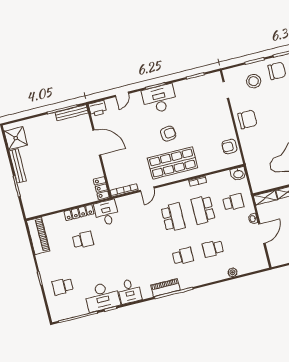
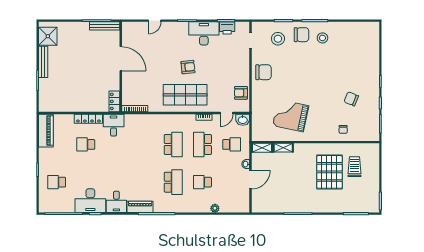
desk: (159, 99) -> (204, 33), moved
printer: (98, 108) -> (227, 28), moved
door: (147, 189) -> (227, 113), moved
school desk: (83, 240) -> (86, 144), turned 180
school desk: (183, 256) -> (173, 182), width x1.85
piano: (165, 288) -> (140, 207), moved

